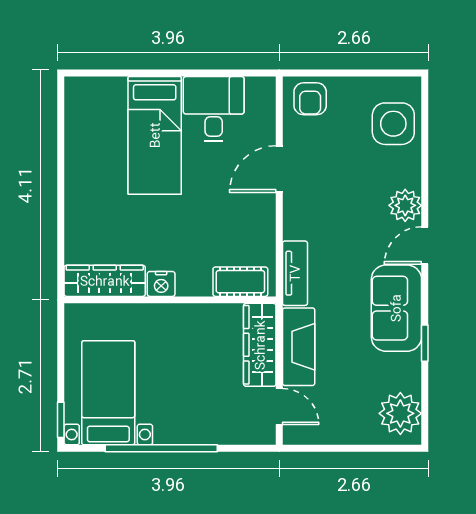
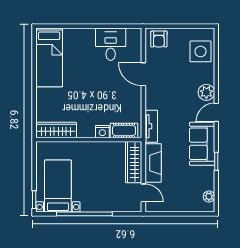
bed: (155, 135) -> (49, 57), moved
door: (279, 169) -> (143, 74), hinge flipped
nightstand: (161, 284) -> (102, 132), moved
plant: (400, 413) -> (209, 196), width x0.53, depth x0.53

